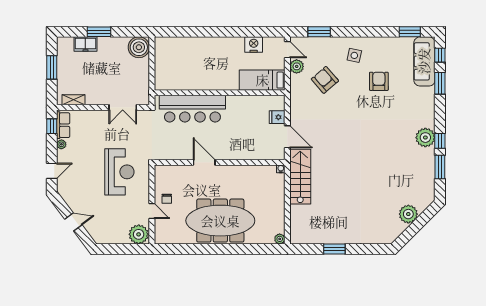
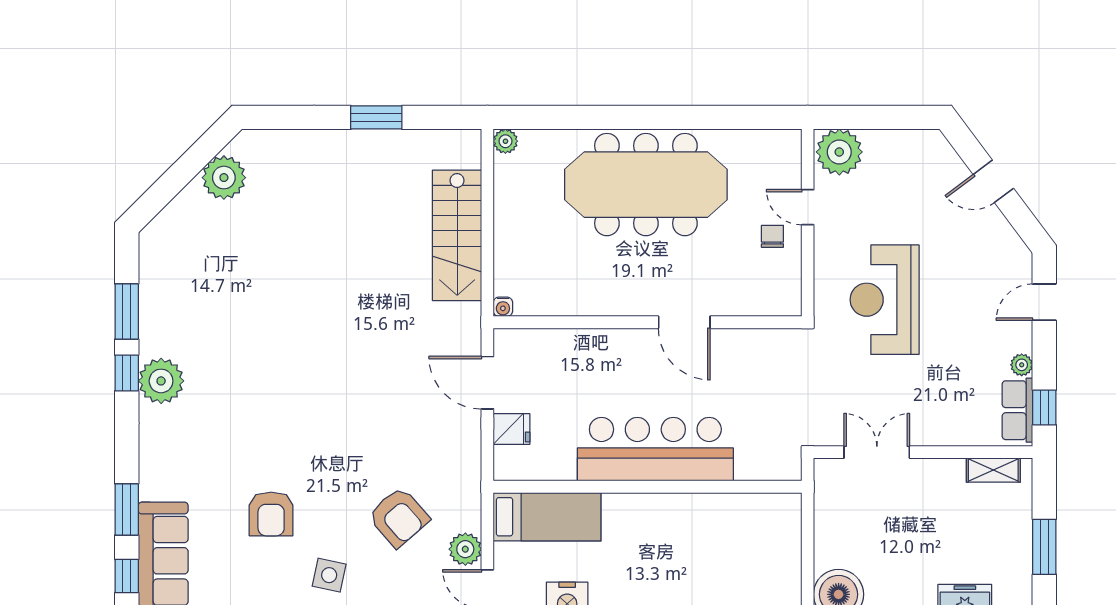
bar counter: (192, 109) -> (655, 449), moved
stairs: (300, 177) -> (457, 235), moved
plant: (408, 214) -> (224, 178), moved

